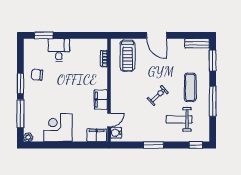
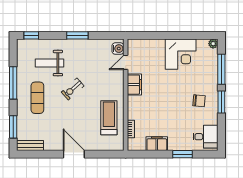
window: (44, 35) -> (182, 154), moved
desk: (59, 50) -> (205, 137), moved, turned -90
treadmill: (127, 56) -> (109, 118), moved
chair: (37, 75) -> (199, 101), moved
weight bench: (179, 119) -> (49, 63), turned 180
filing cabinet: (97, 135) -> (157, 144), moved, turned 180

